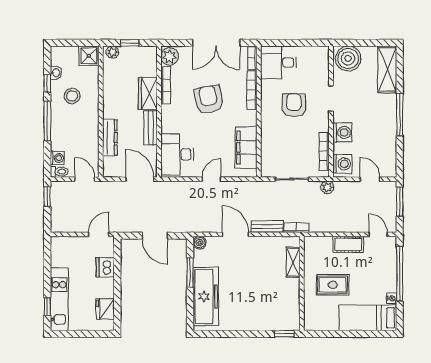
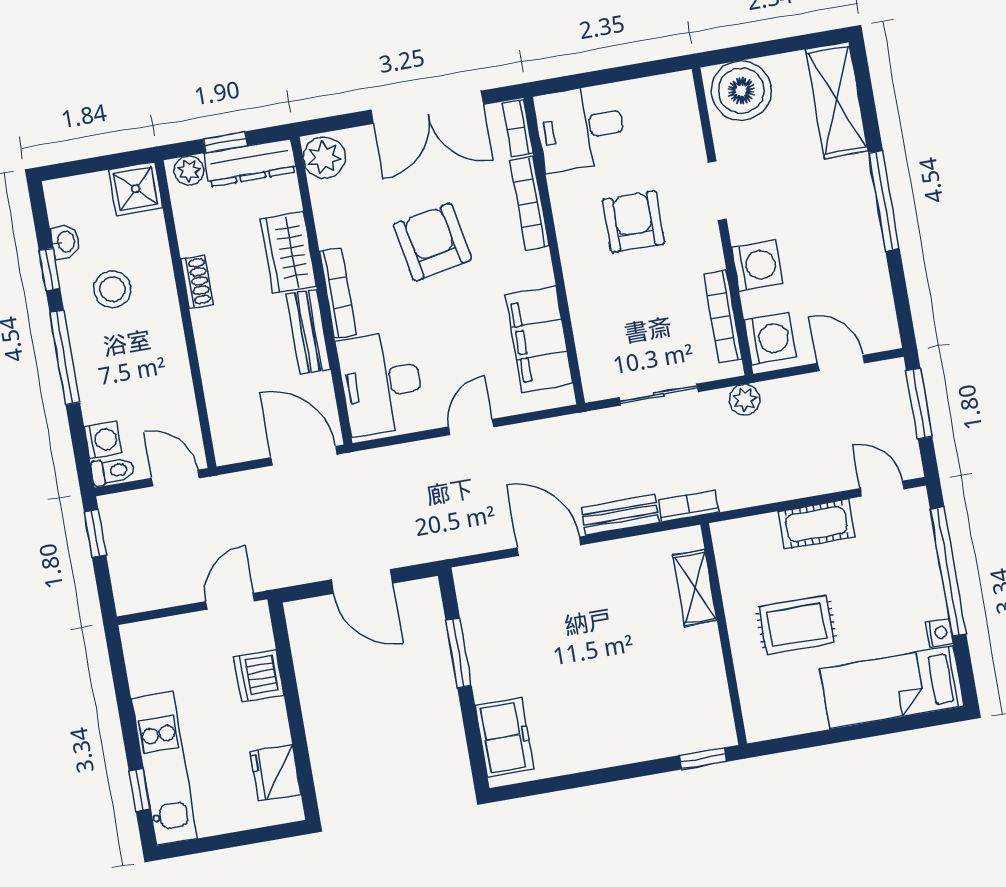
bookcase: (166, 85) -> (338, 293), moved
shoe rack: (108, 99) -> (197, 282), added
dresser: (110, 138) -> (250, 163), moved, turned 90
boiler: (200, 243) -> (469, 580), removed
freezer: (206, 297) -> (505, 737), width x0.52, depth x0.79

